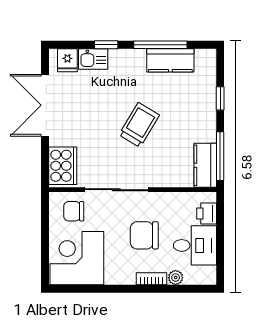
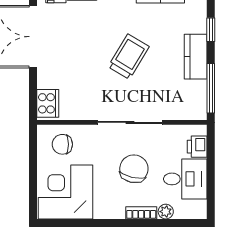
kitchen counter: (205, 165) -> (196, 57), moved
cooker: (63, 166) -> (48, 103), width x0.73, depth x0.76
sliding door: (116, 190) -> (130, 122), moved
chair: (144, 235) -> (134, 169), turned 103

